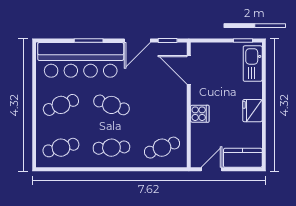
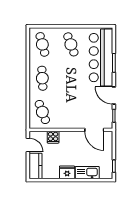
kitchen sink: (253, 64) -> (87, 173), moved
door: (189, 70) -> (94, 130), swing flipped
cafe table: (111, 105) -> (71, 78), removed
cooker: (200, 114) -> (53, 137), moved

